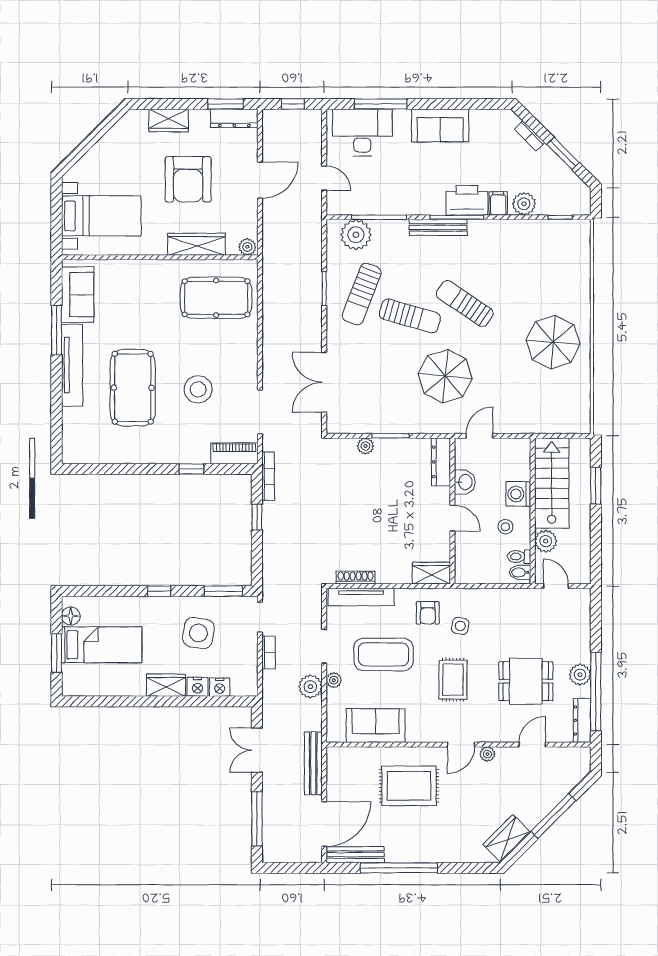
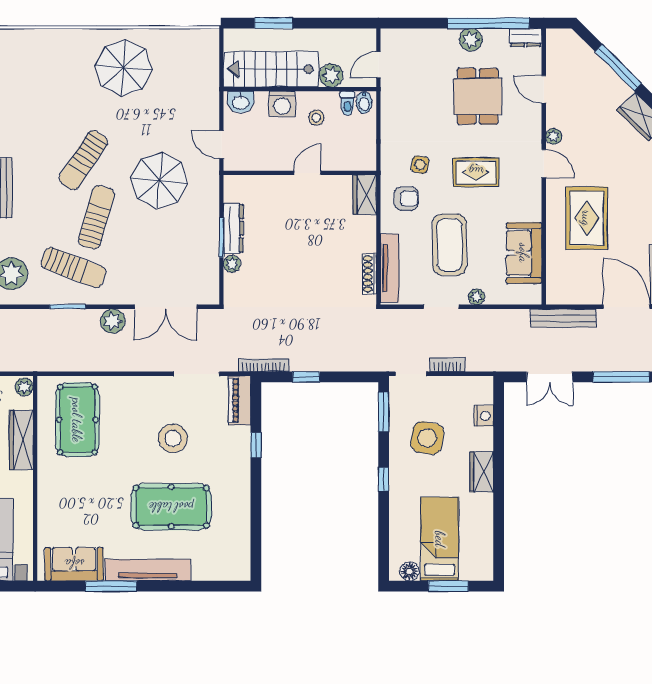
dresser: (441, 462) -> (233, 228), moved, turned -90
washbasin: (465, 482) -> (241, 102), moved, turned 180
nightstand: (197, 687) -> (483, 439), removed
plant: (310, 687) -> (113, 321), moved
dresser: (582, 720) -> (526, 37), width x0.70

